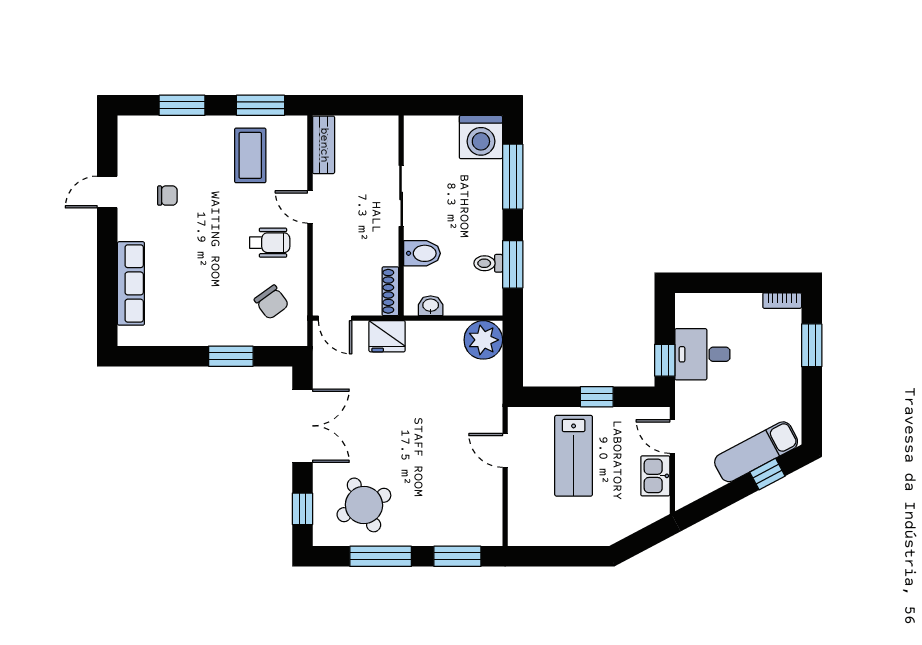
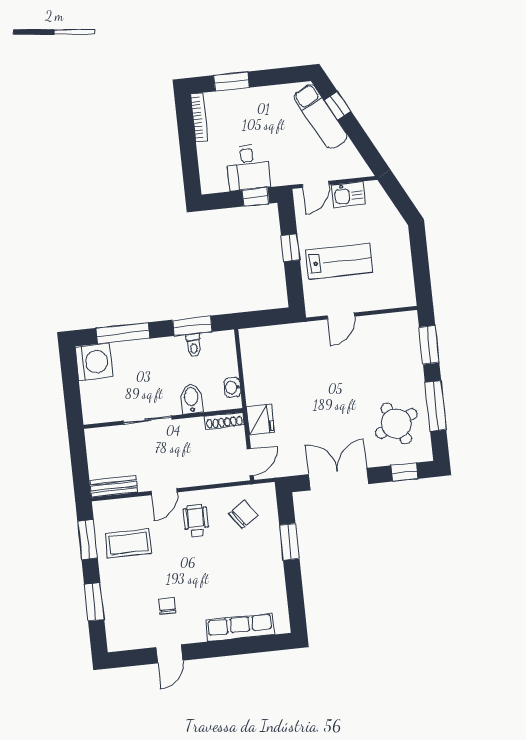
door: (107, 192) -> (169, 654), hinge flipped
bookcase: (782, 301) -> (199, 117), width x1.56
plant: (483, 340) -> (255, 343), removed

